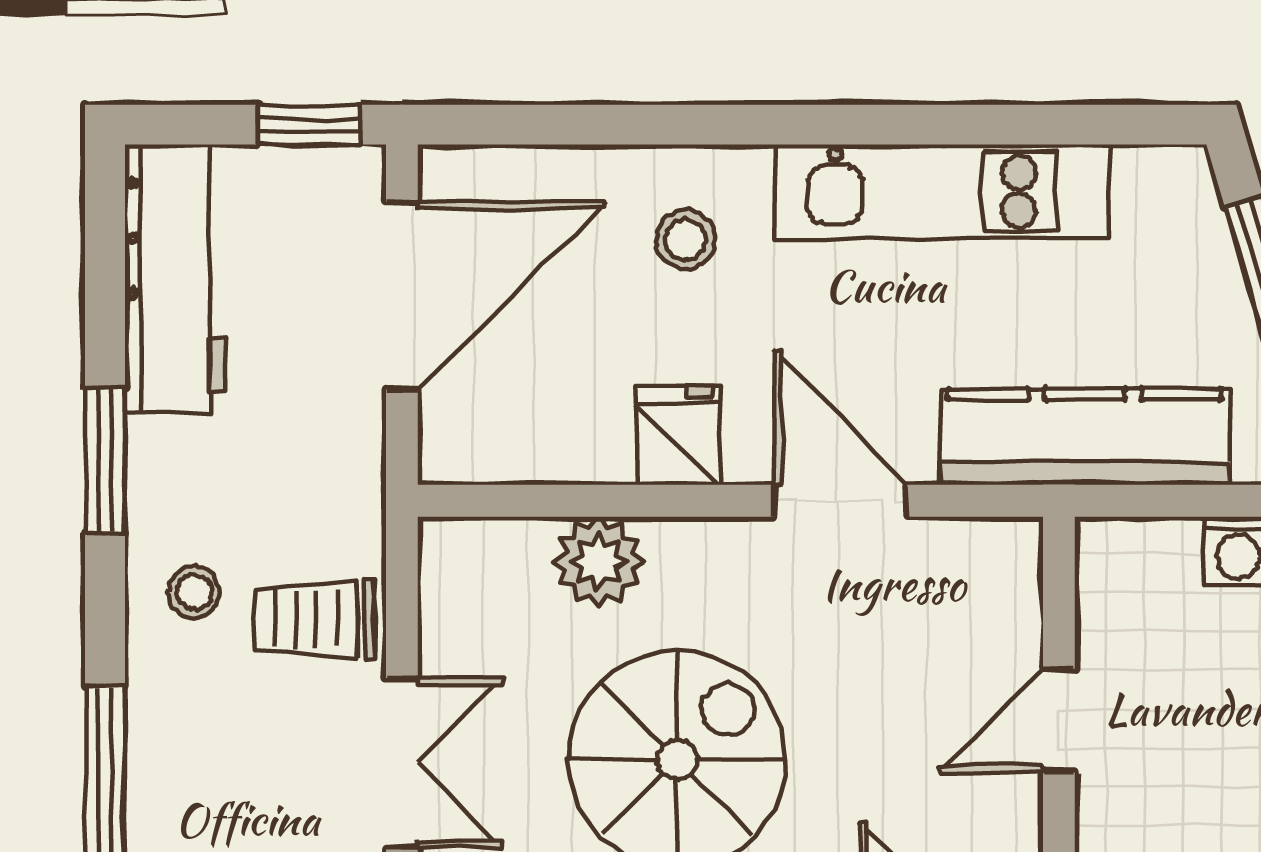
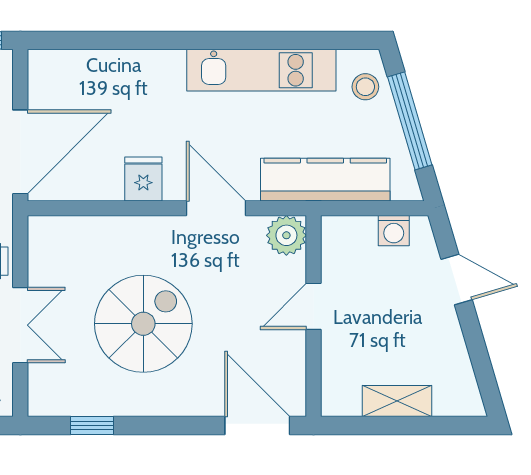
stool: (685, 240) -> (365, 87), moved
door: (402, 296) -> (20, 152), moved
plant: (599, 561) -> (286, 235), moved

